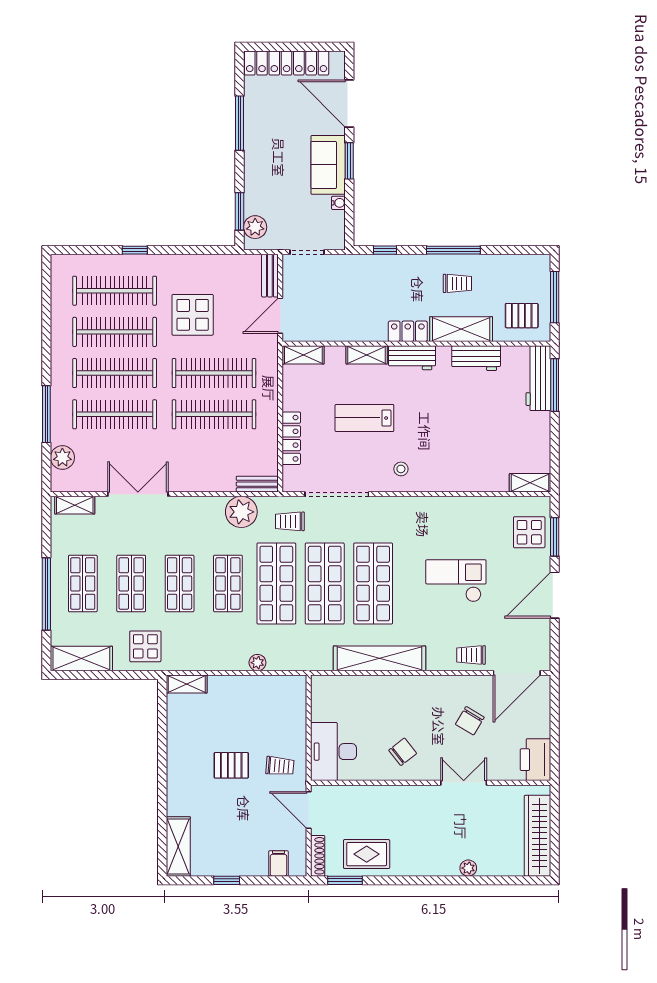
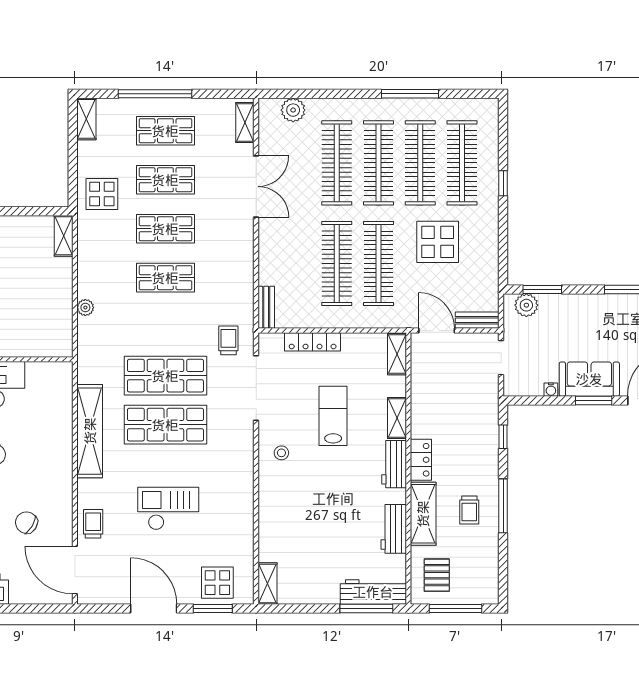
window: (46, 414) -> (410, 94), moved
plant: (241, 512) -> (238, 291), removed
checkout: (456, 581) -> (168, 509), turned -90
shop shelf: (276, 583) -> (165, 327), removed
shelving: (81, 659) -> (86, 119), width x0.67, depth x0.75

